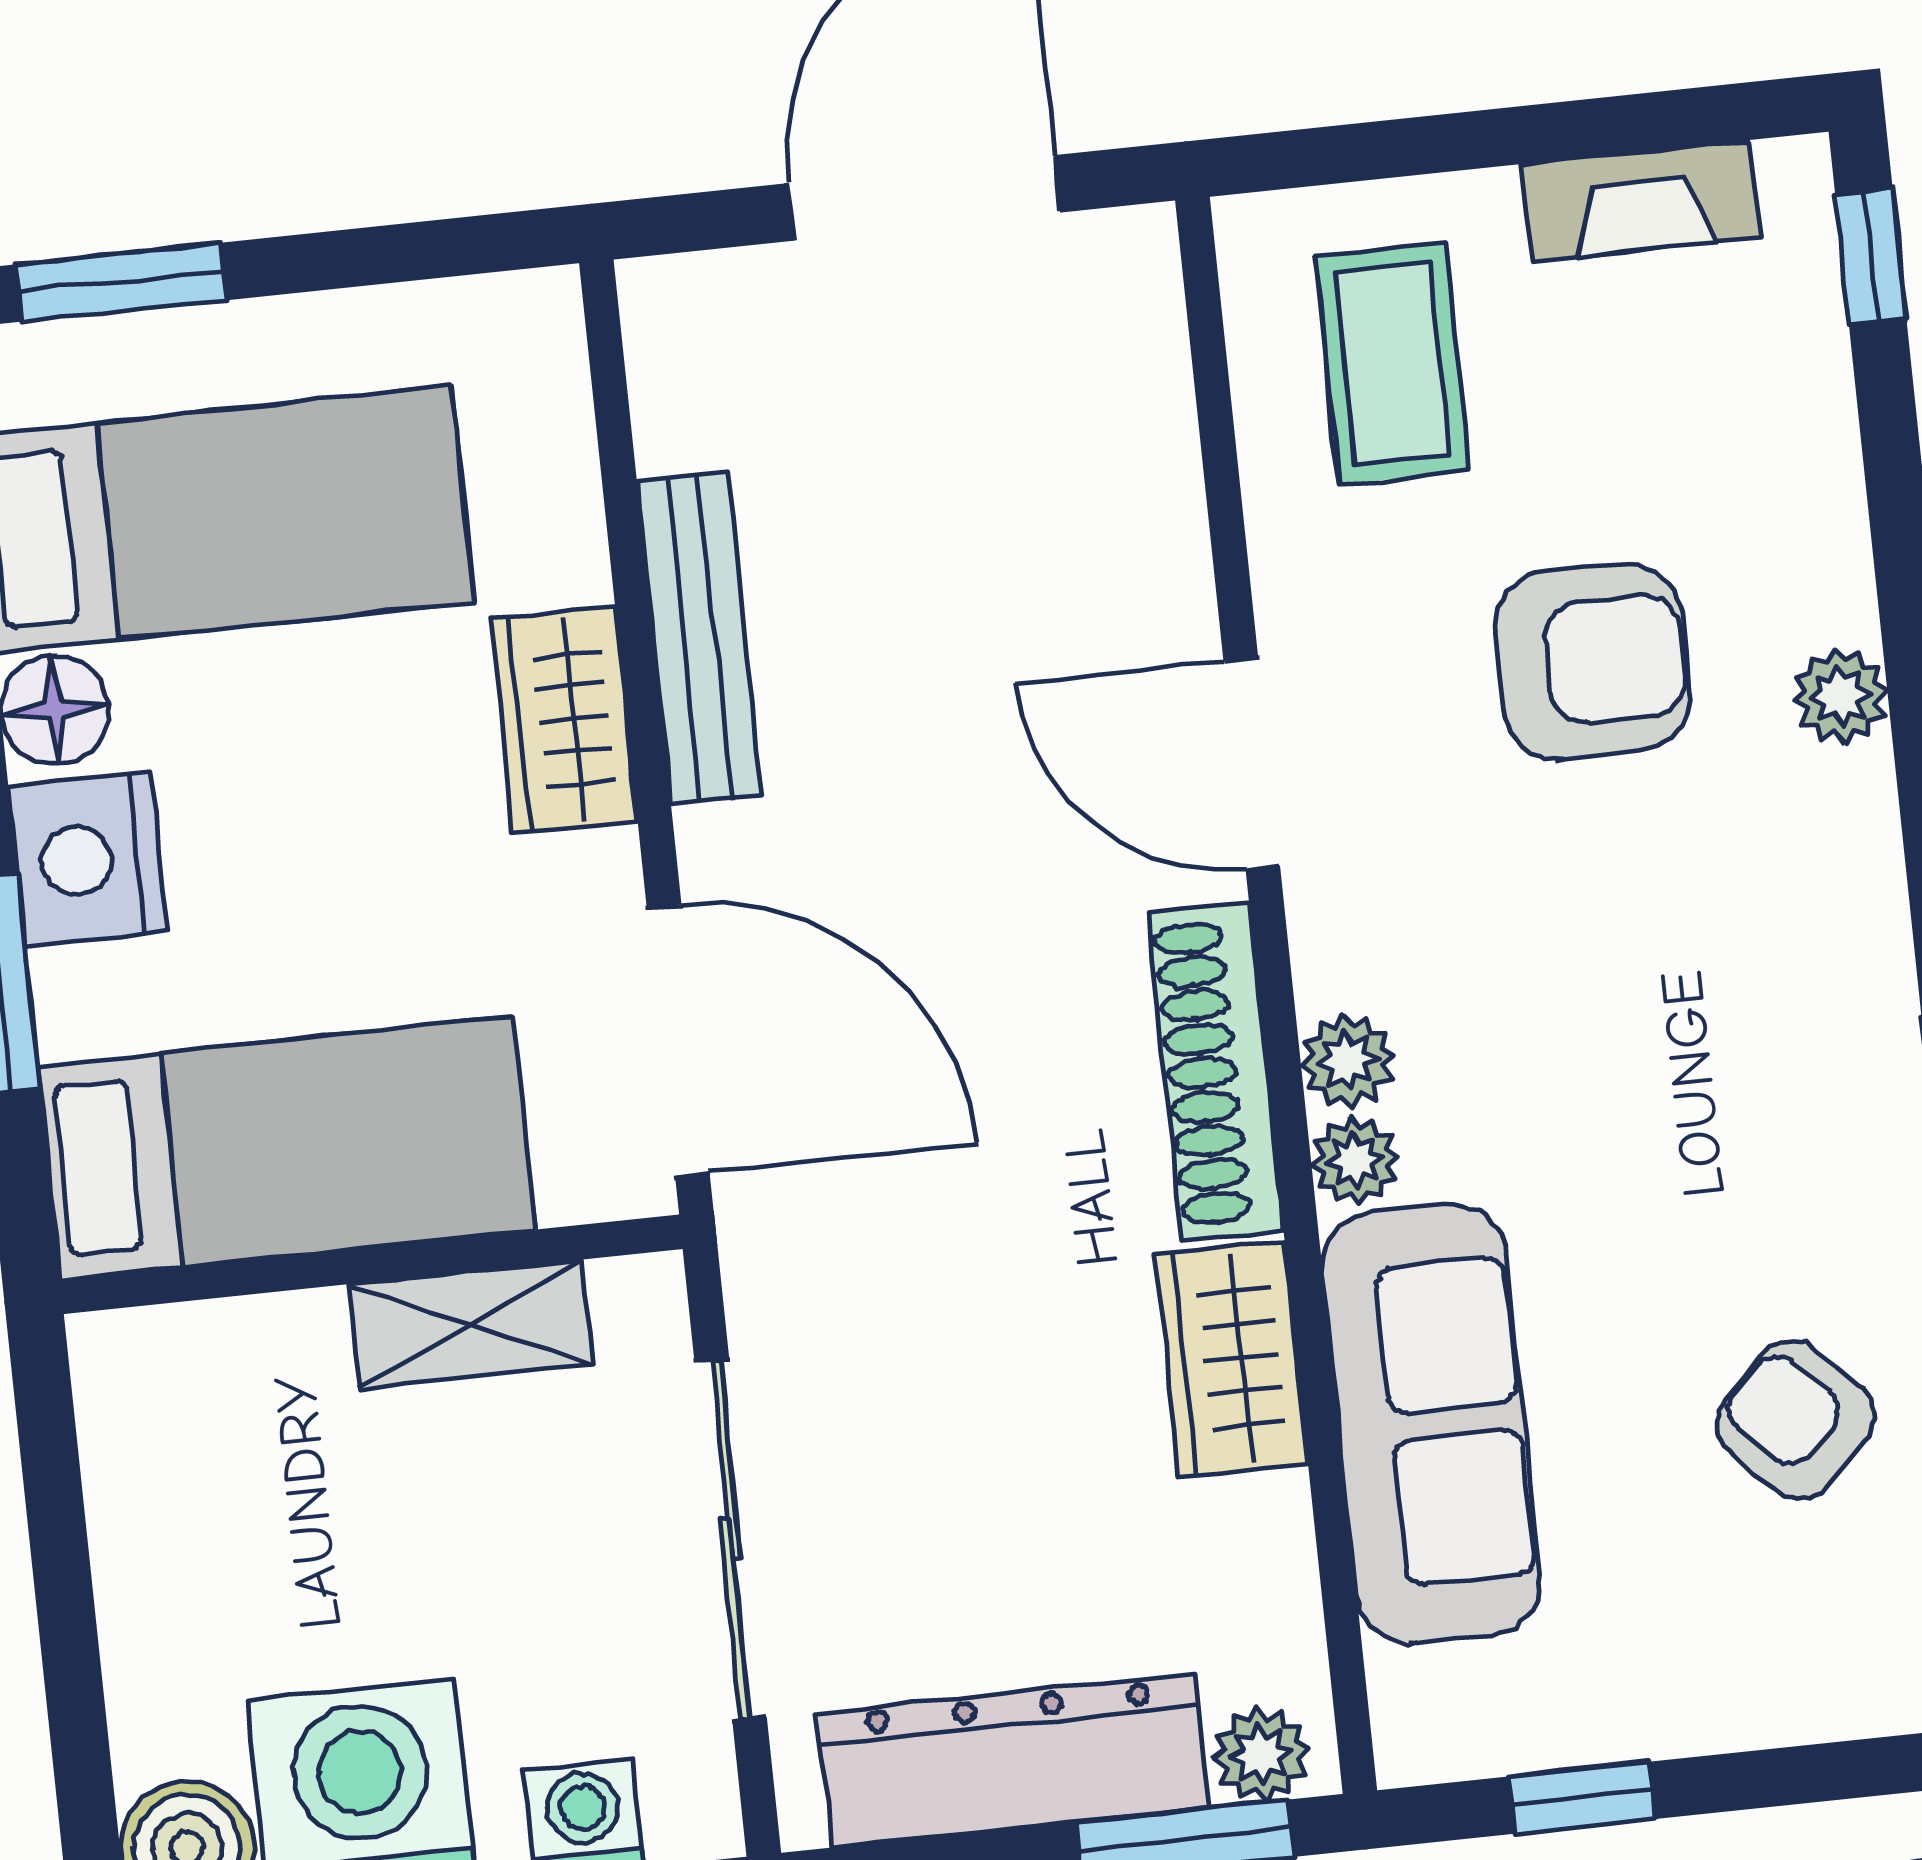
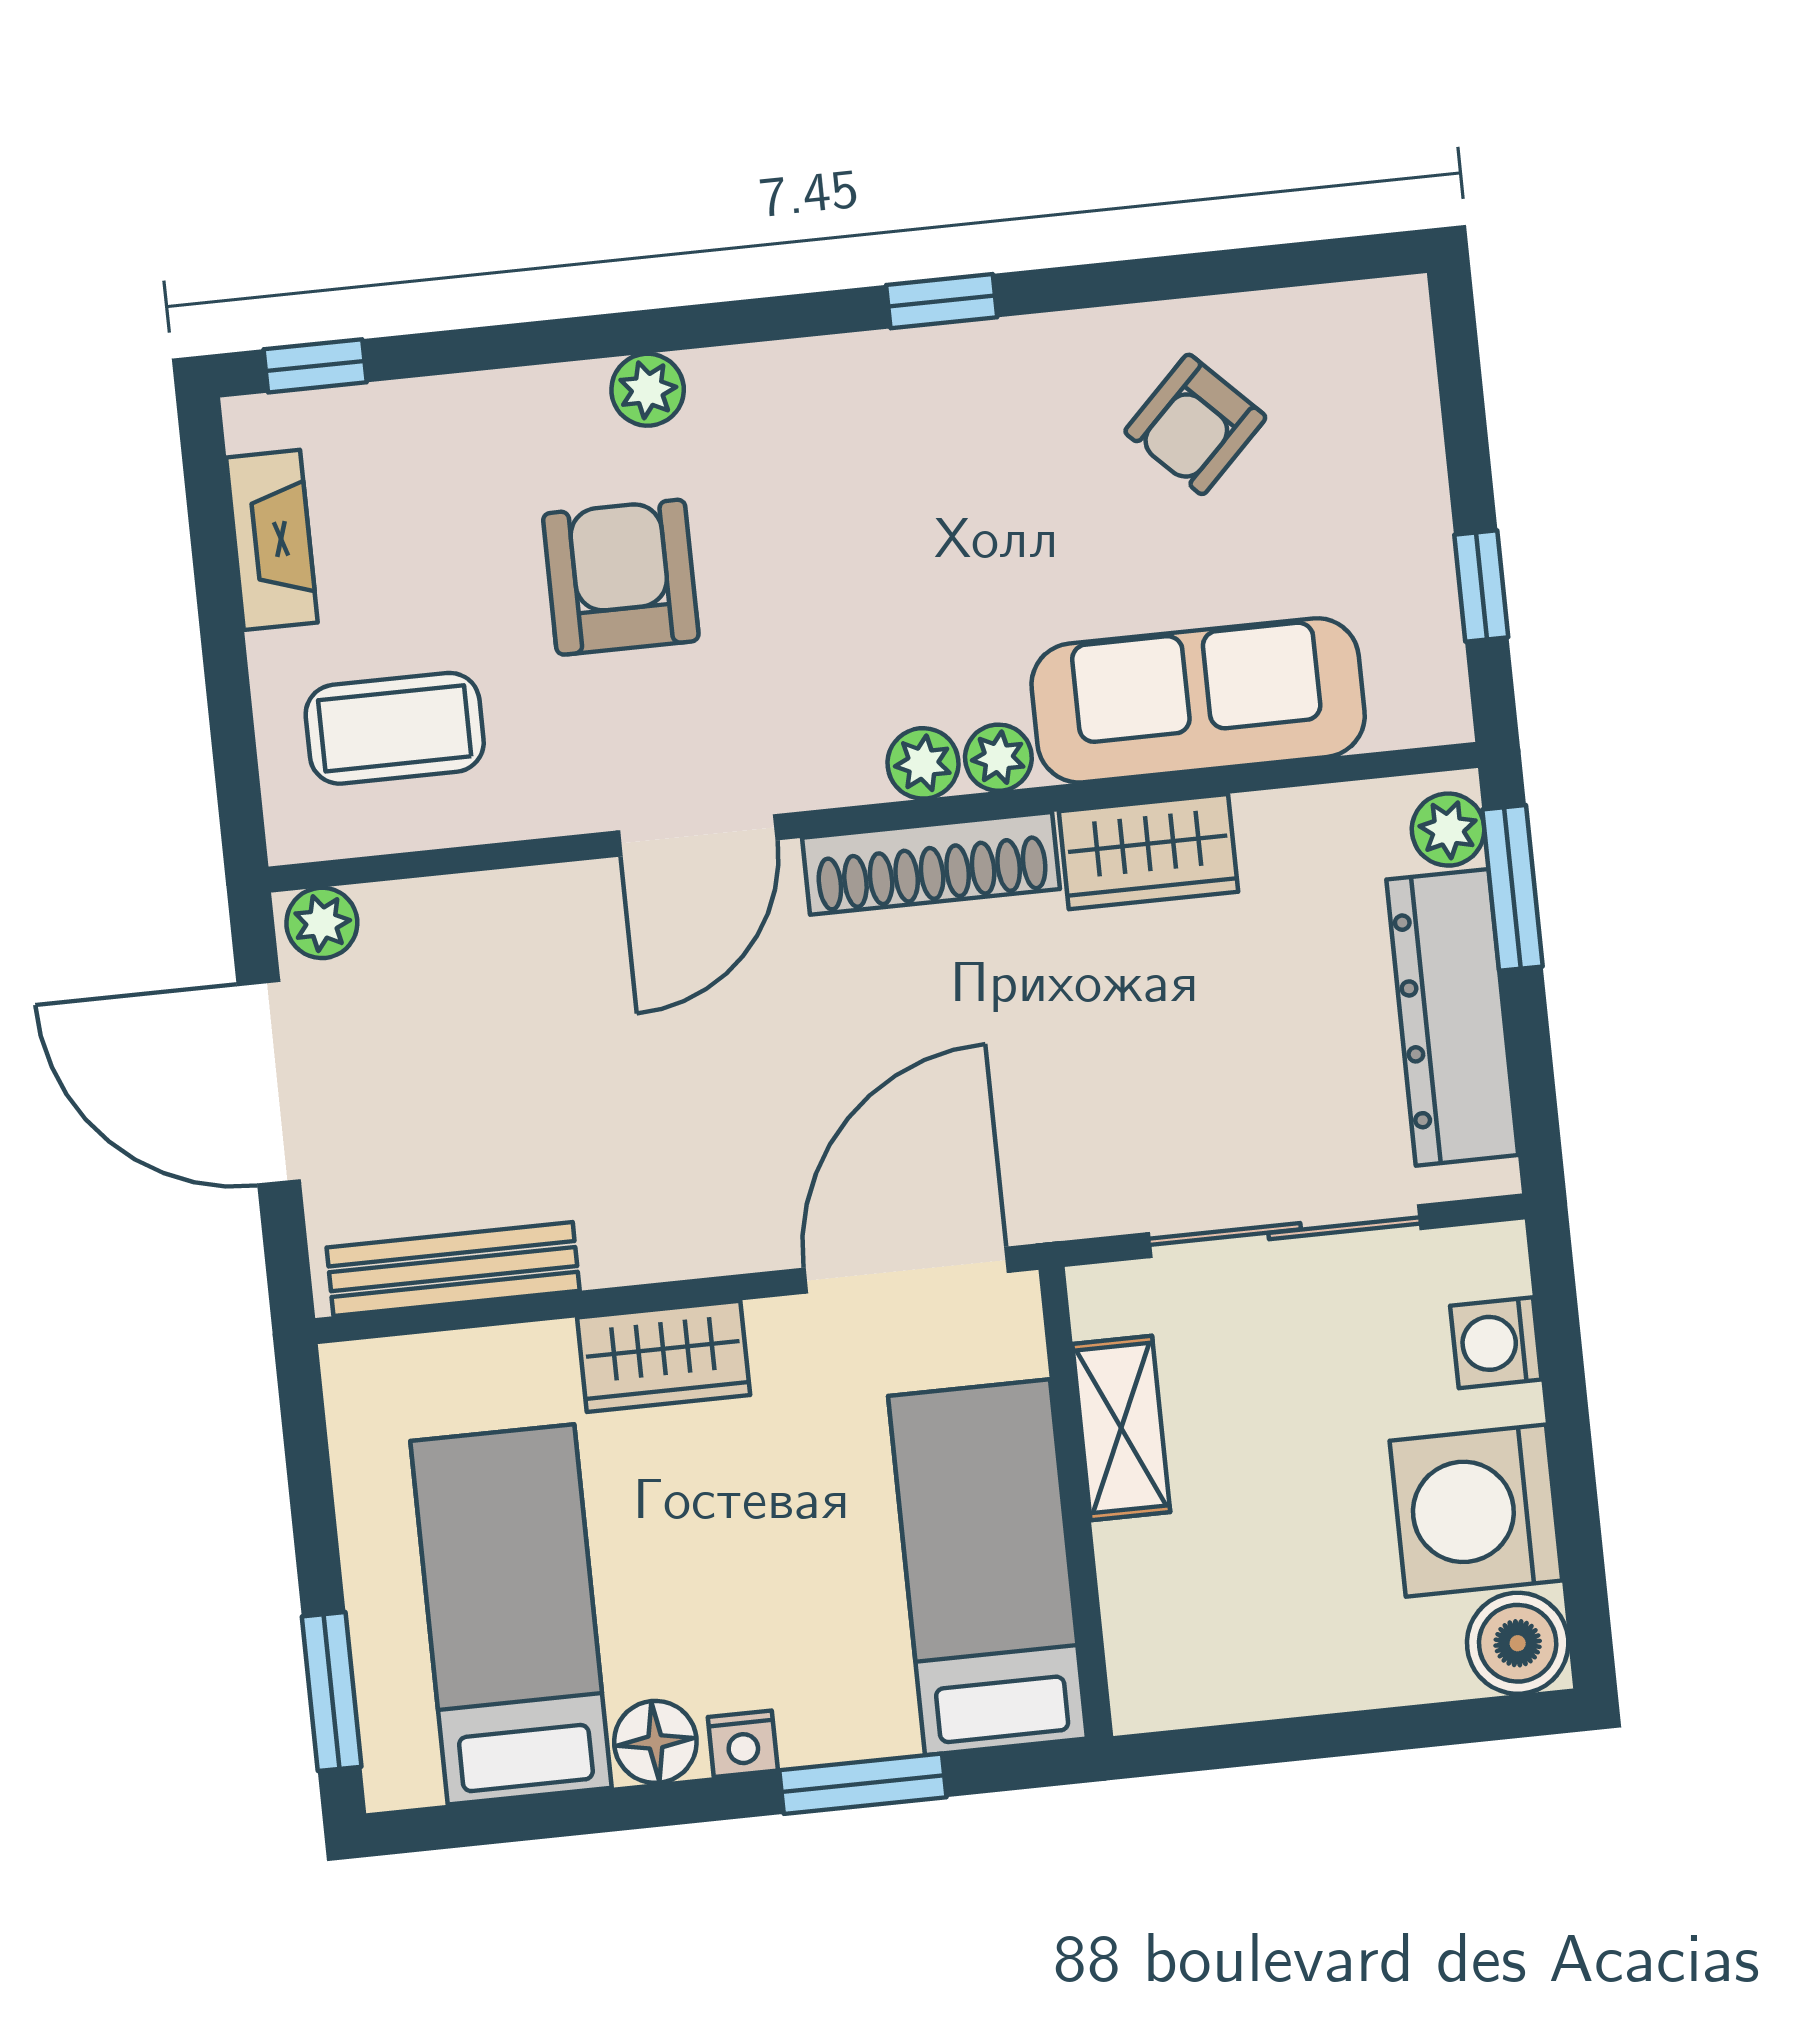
plant: (1135, 268) -> (322, 923), added
bench: (699, 638) -> (453, 1269), moved
nightstand: (88, 859) -> (743, 1744), width x0.53, depth x0.56

